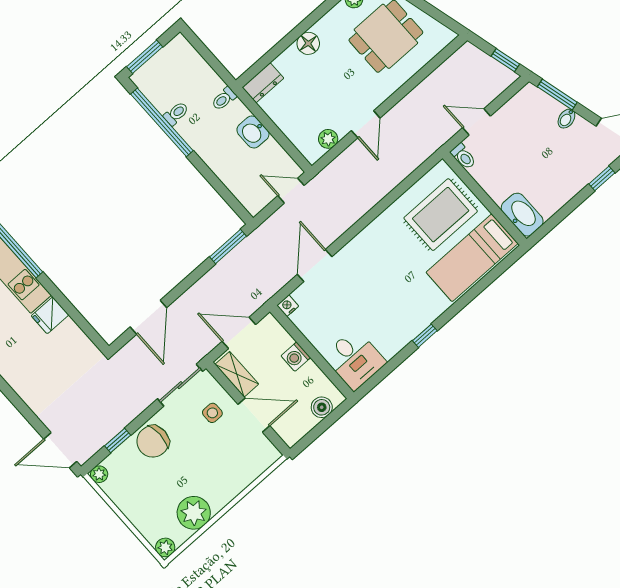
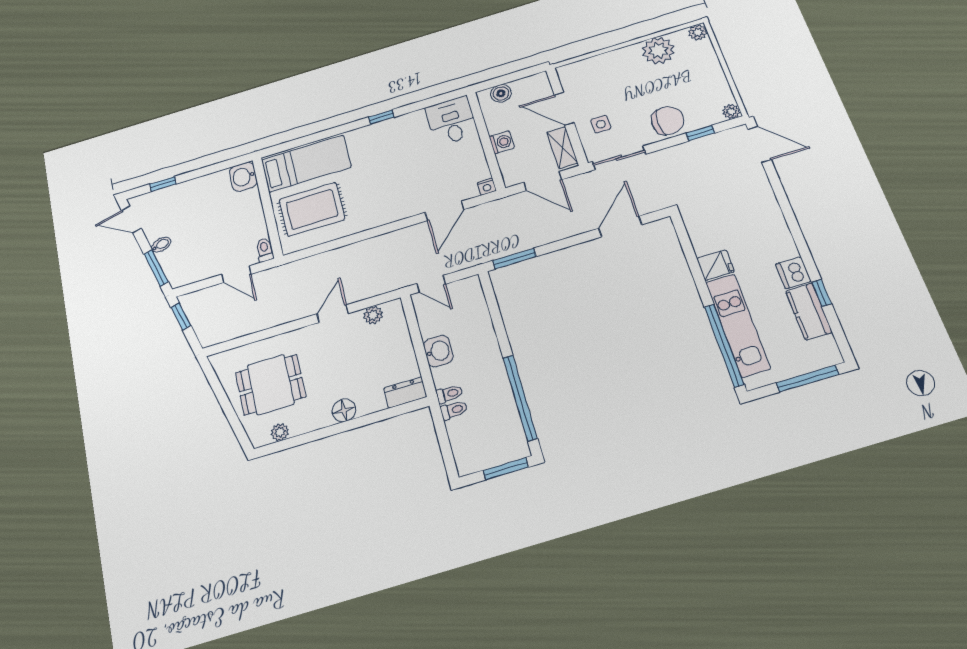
toilet: (176, 114) -> (454, 410), moved, turned 180
washbasin: (522, 215) -> (243, 177), width x0.72

